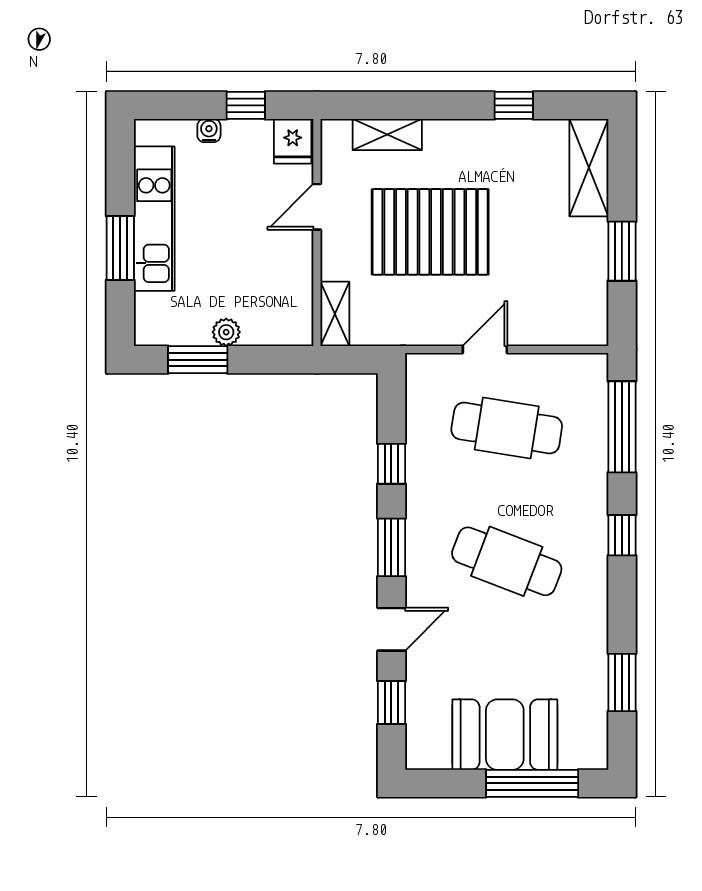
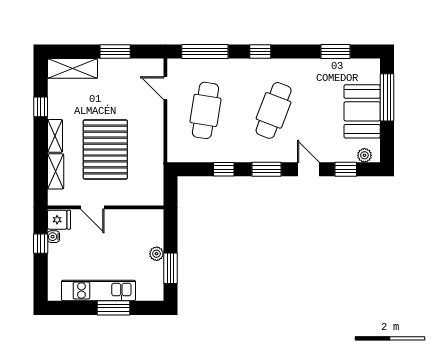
water cooler: (209, 131) -> (53, 237), moved
shelving: (335, 314) -> (55, 136), moved, turned 90
door: (485, 349) -> (165, 88), moved
plant: (419, 739) -> (364, 155), added

